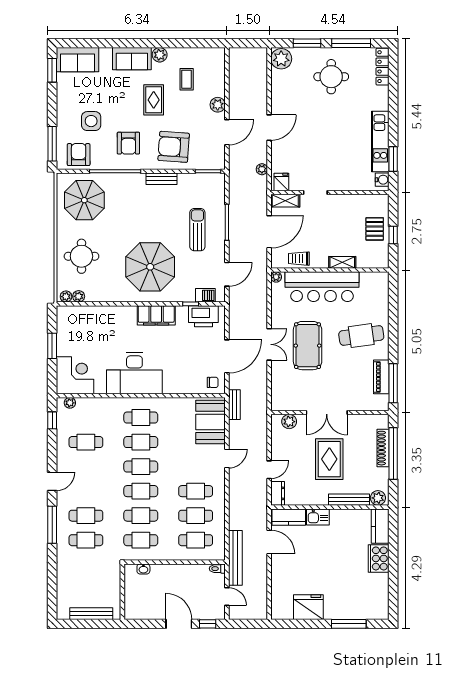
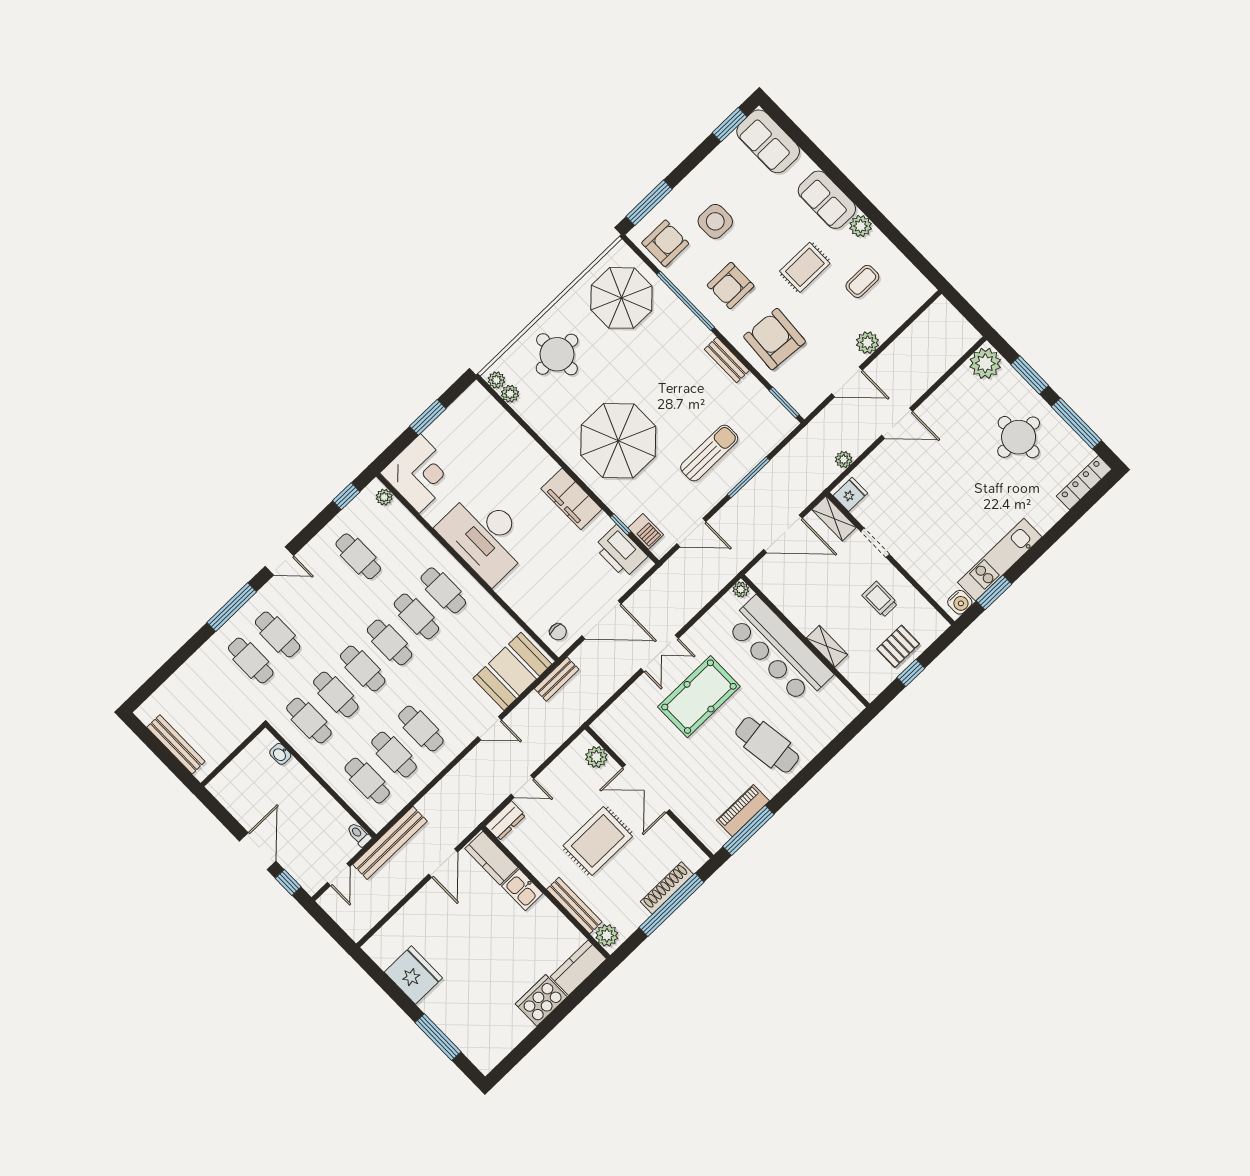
trolley: (299, 259) -> (880, 599), moved

